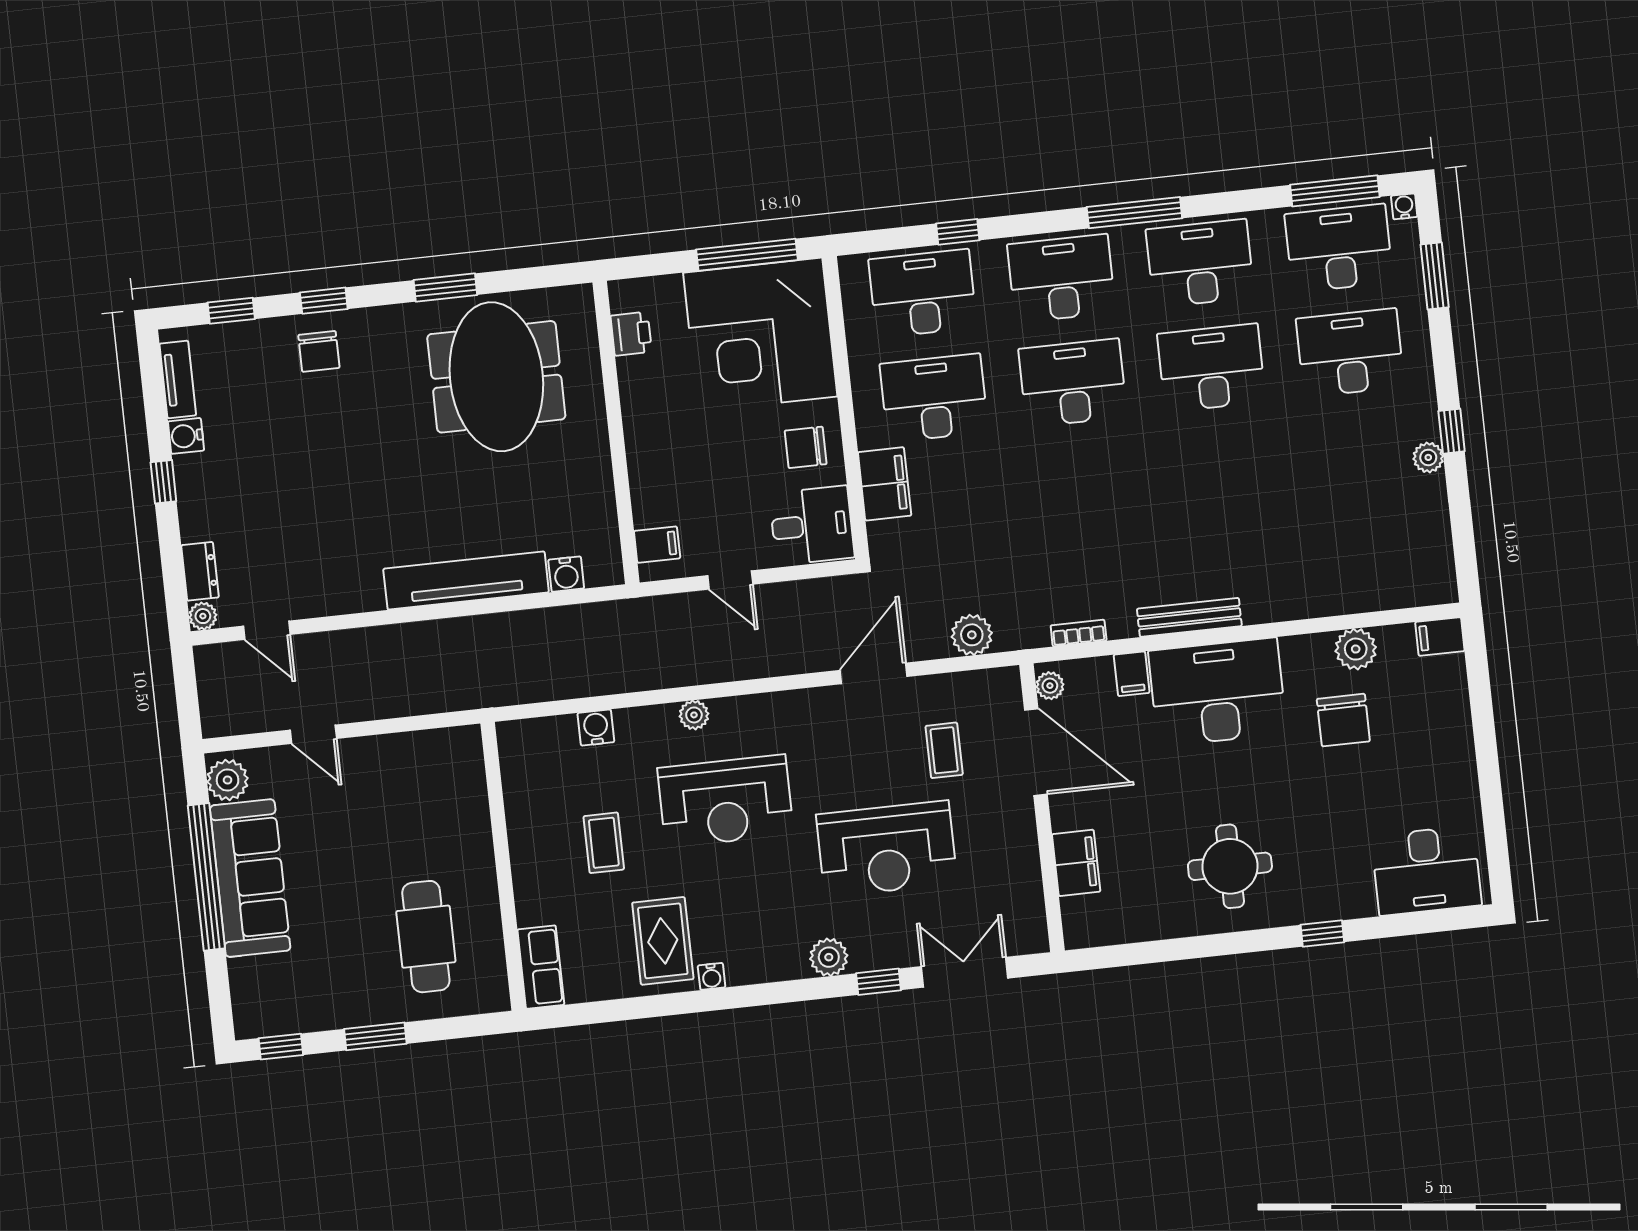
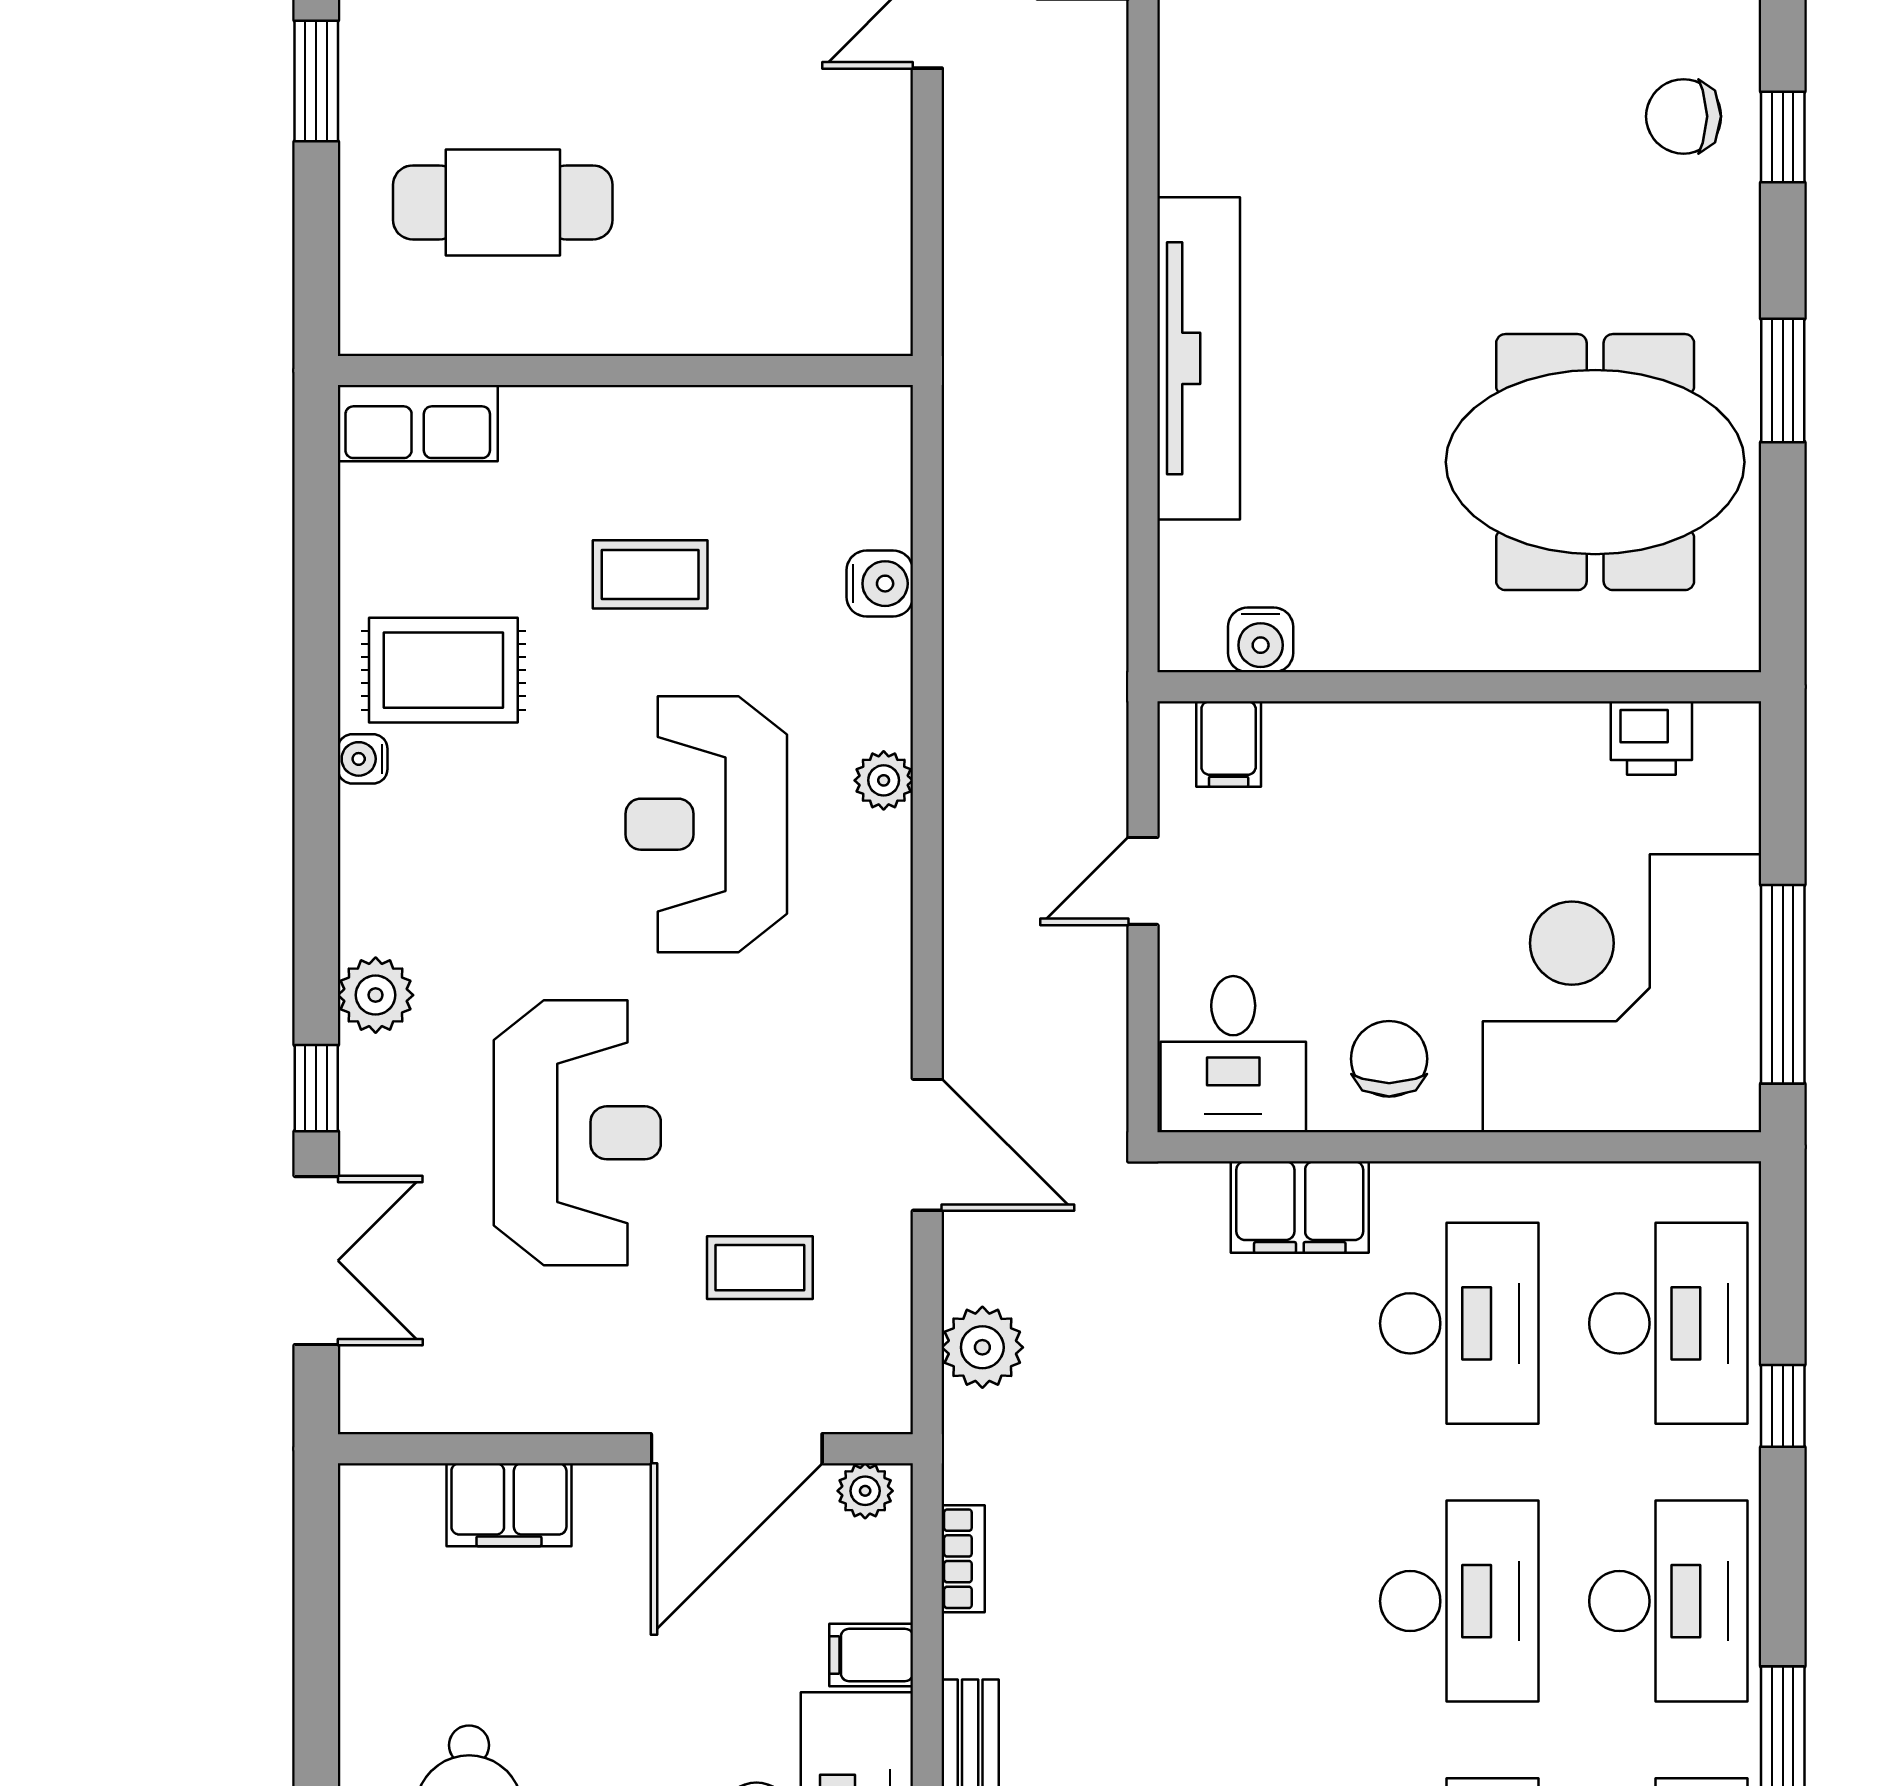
water cooler: (566, 574) -> (1261, 640), moved, turned -90
reception desk: (887, 849) -> (577, 1133), turned 180

